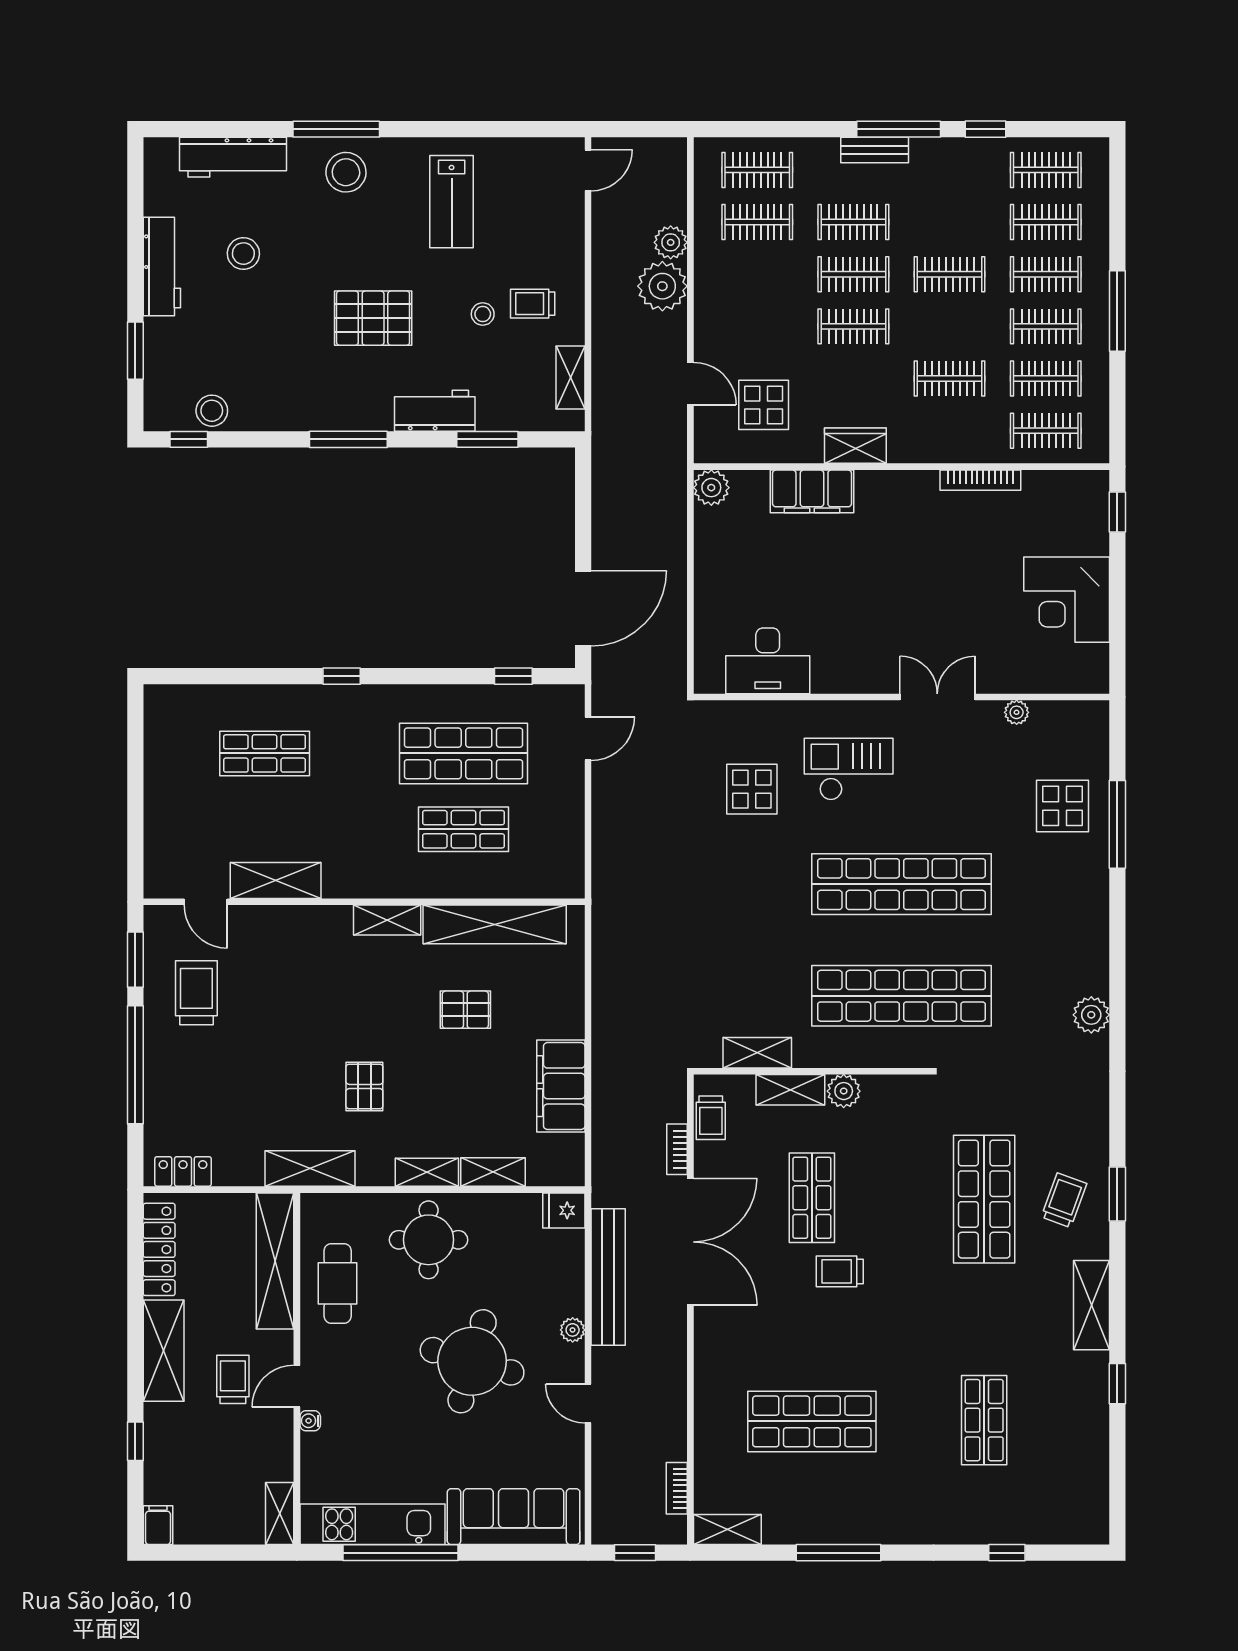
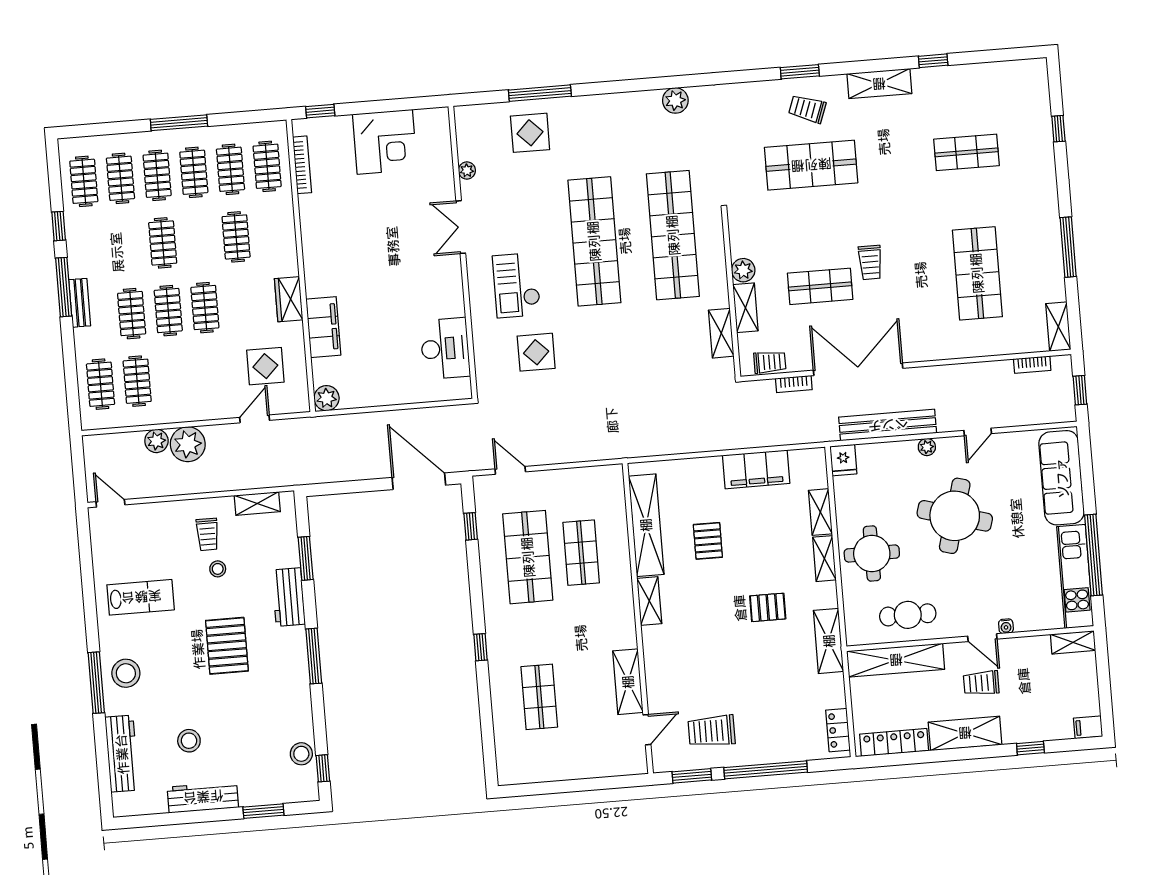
bookcase: (980, 480) -> (302, 165), moved

